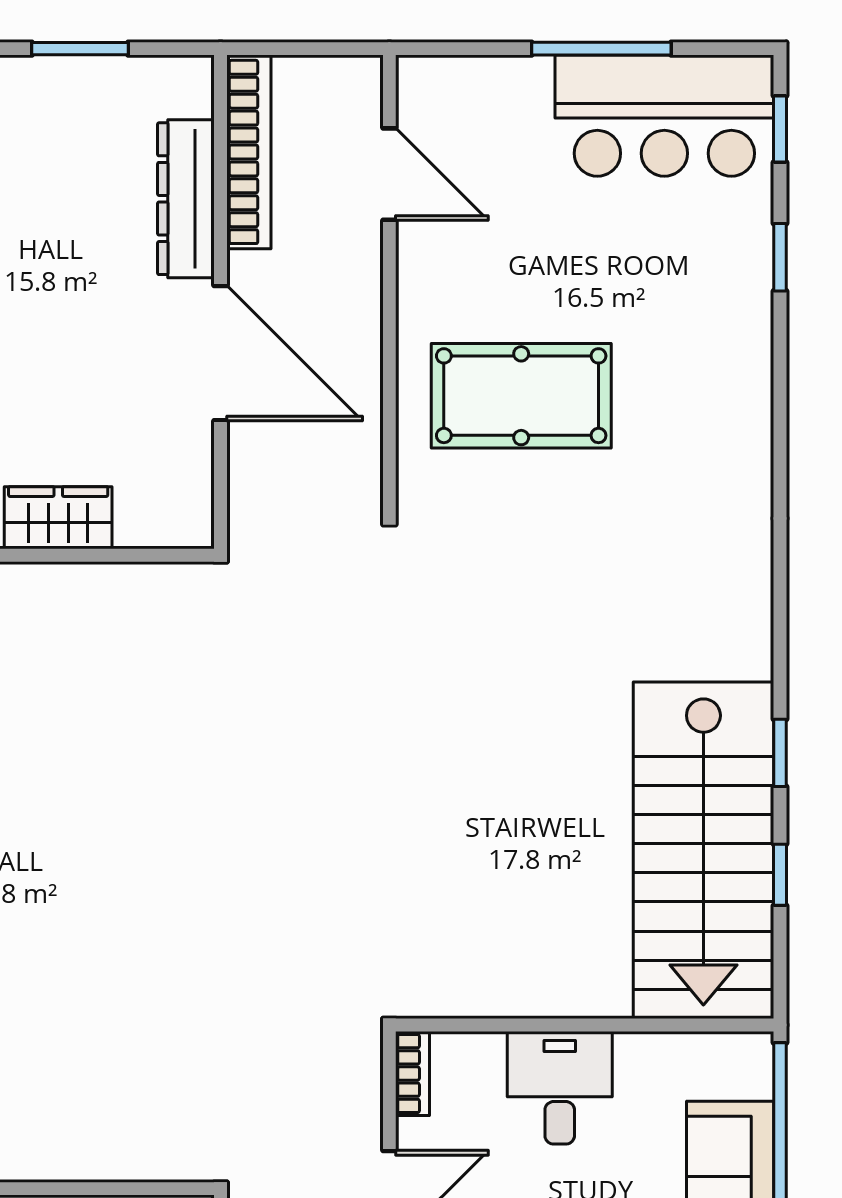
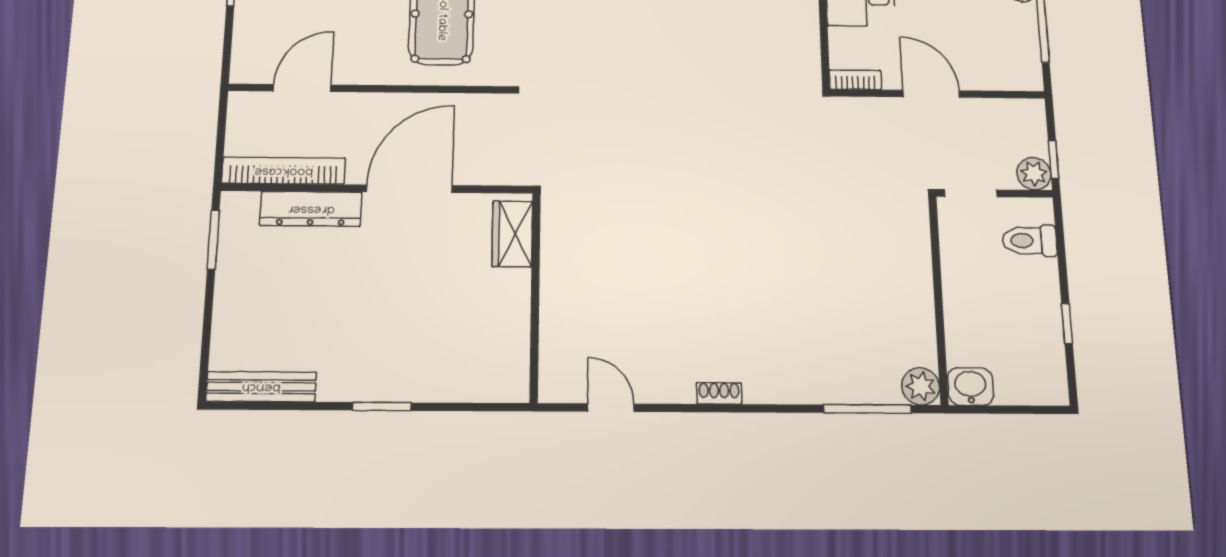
window: (80, 49) -> (213, 240), moved
wardrobe: (58, 518) -> (512, 234), moved

